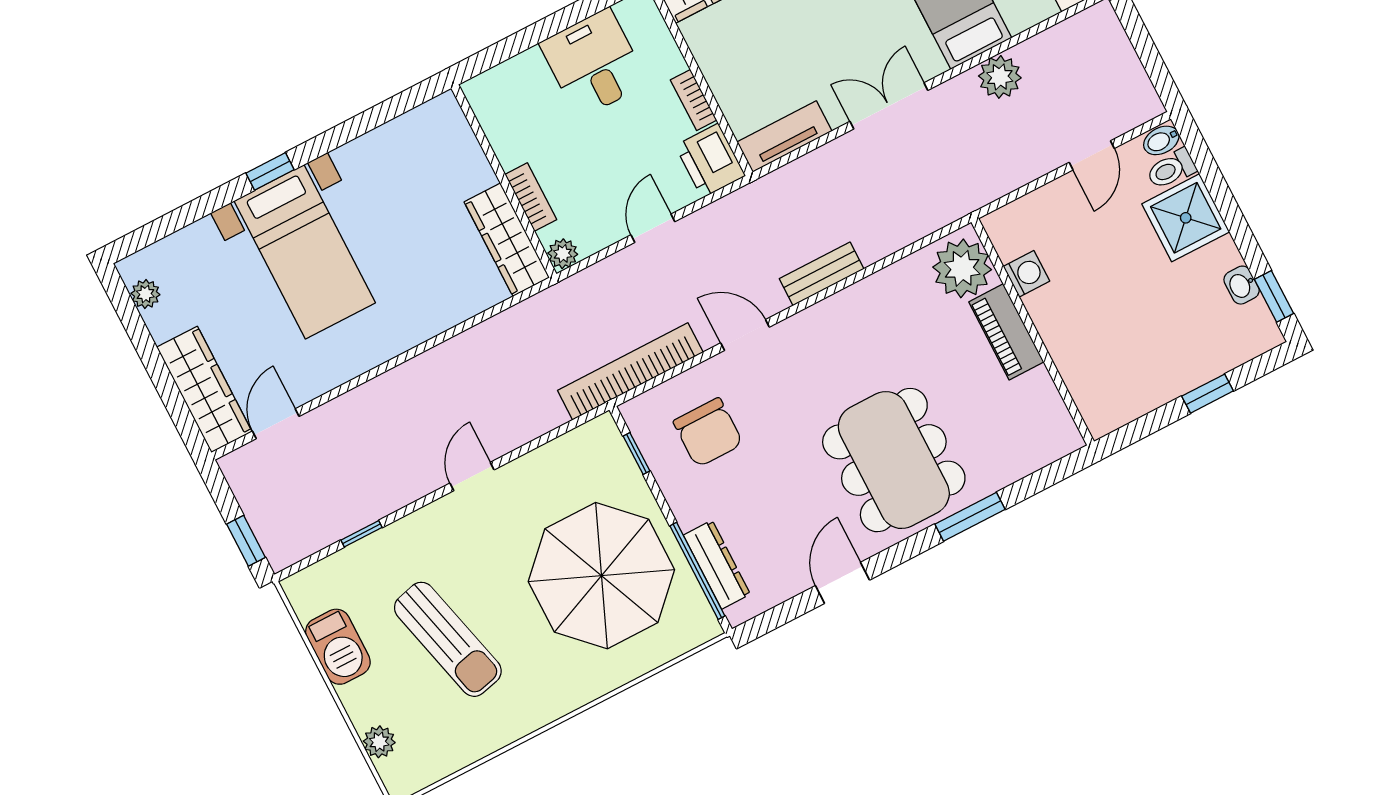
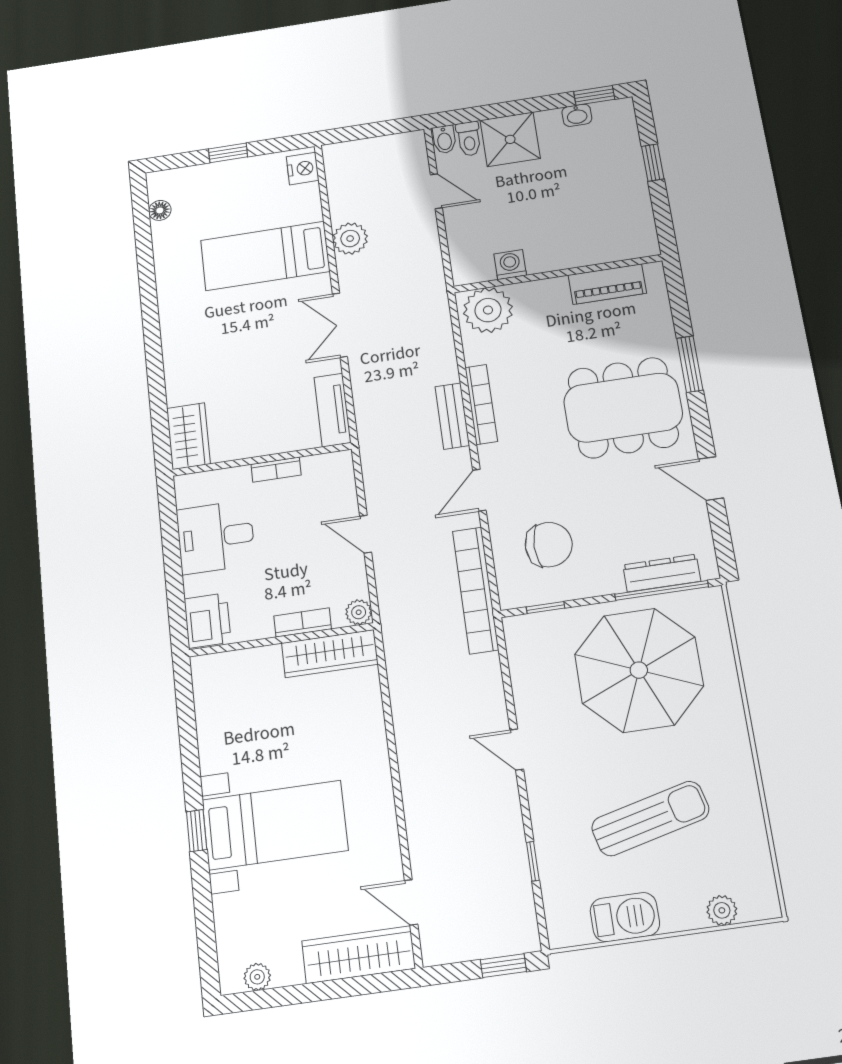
printer: (710, 161) -> (207, 620), moved, turned -90
bookcase: (846, 301) -> (481, 404), added
piano: (1006, 332) -> (607, 284), moved

